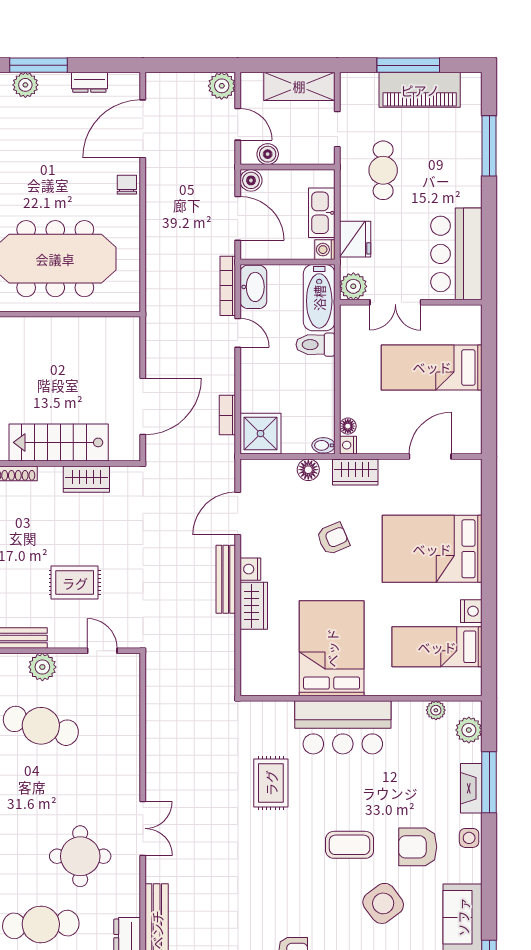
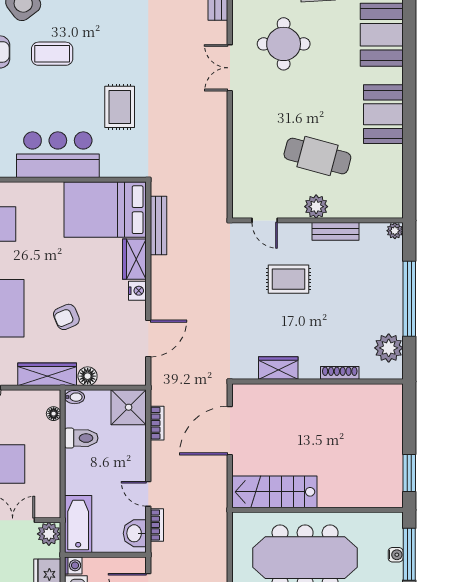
bookcase: (228, 286) -> (157, 525), width x0.64
washbasin: (253, 287) -> (135, 533), width x0.72
toilet: (316, 345) -> (81, 438), moved
stairs: (59, 442) -> (274, 492), moved, turned 180
nightstand: (348, 445) -> (53, 397), removed
wardrobe: (355, 472) -> (47, 374), width x1.50
bench: (226, 579) -> (158, 225), moved
bed: (332, 648) -> (105, 210), moved, turned 90

